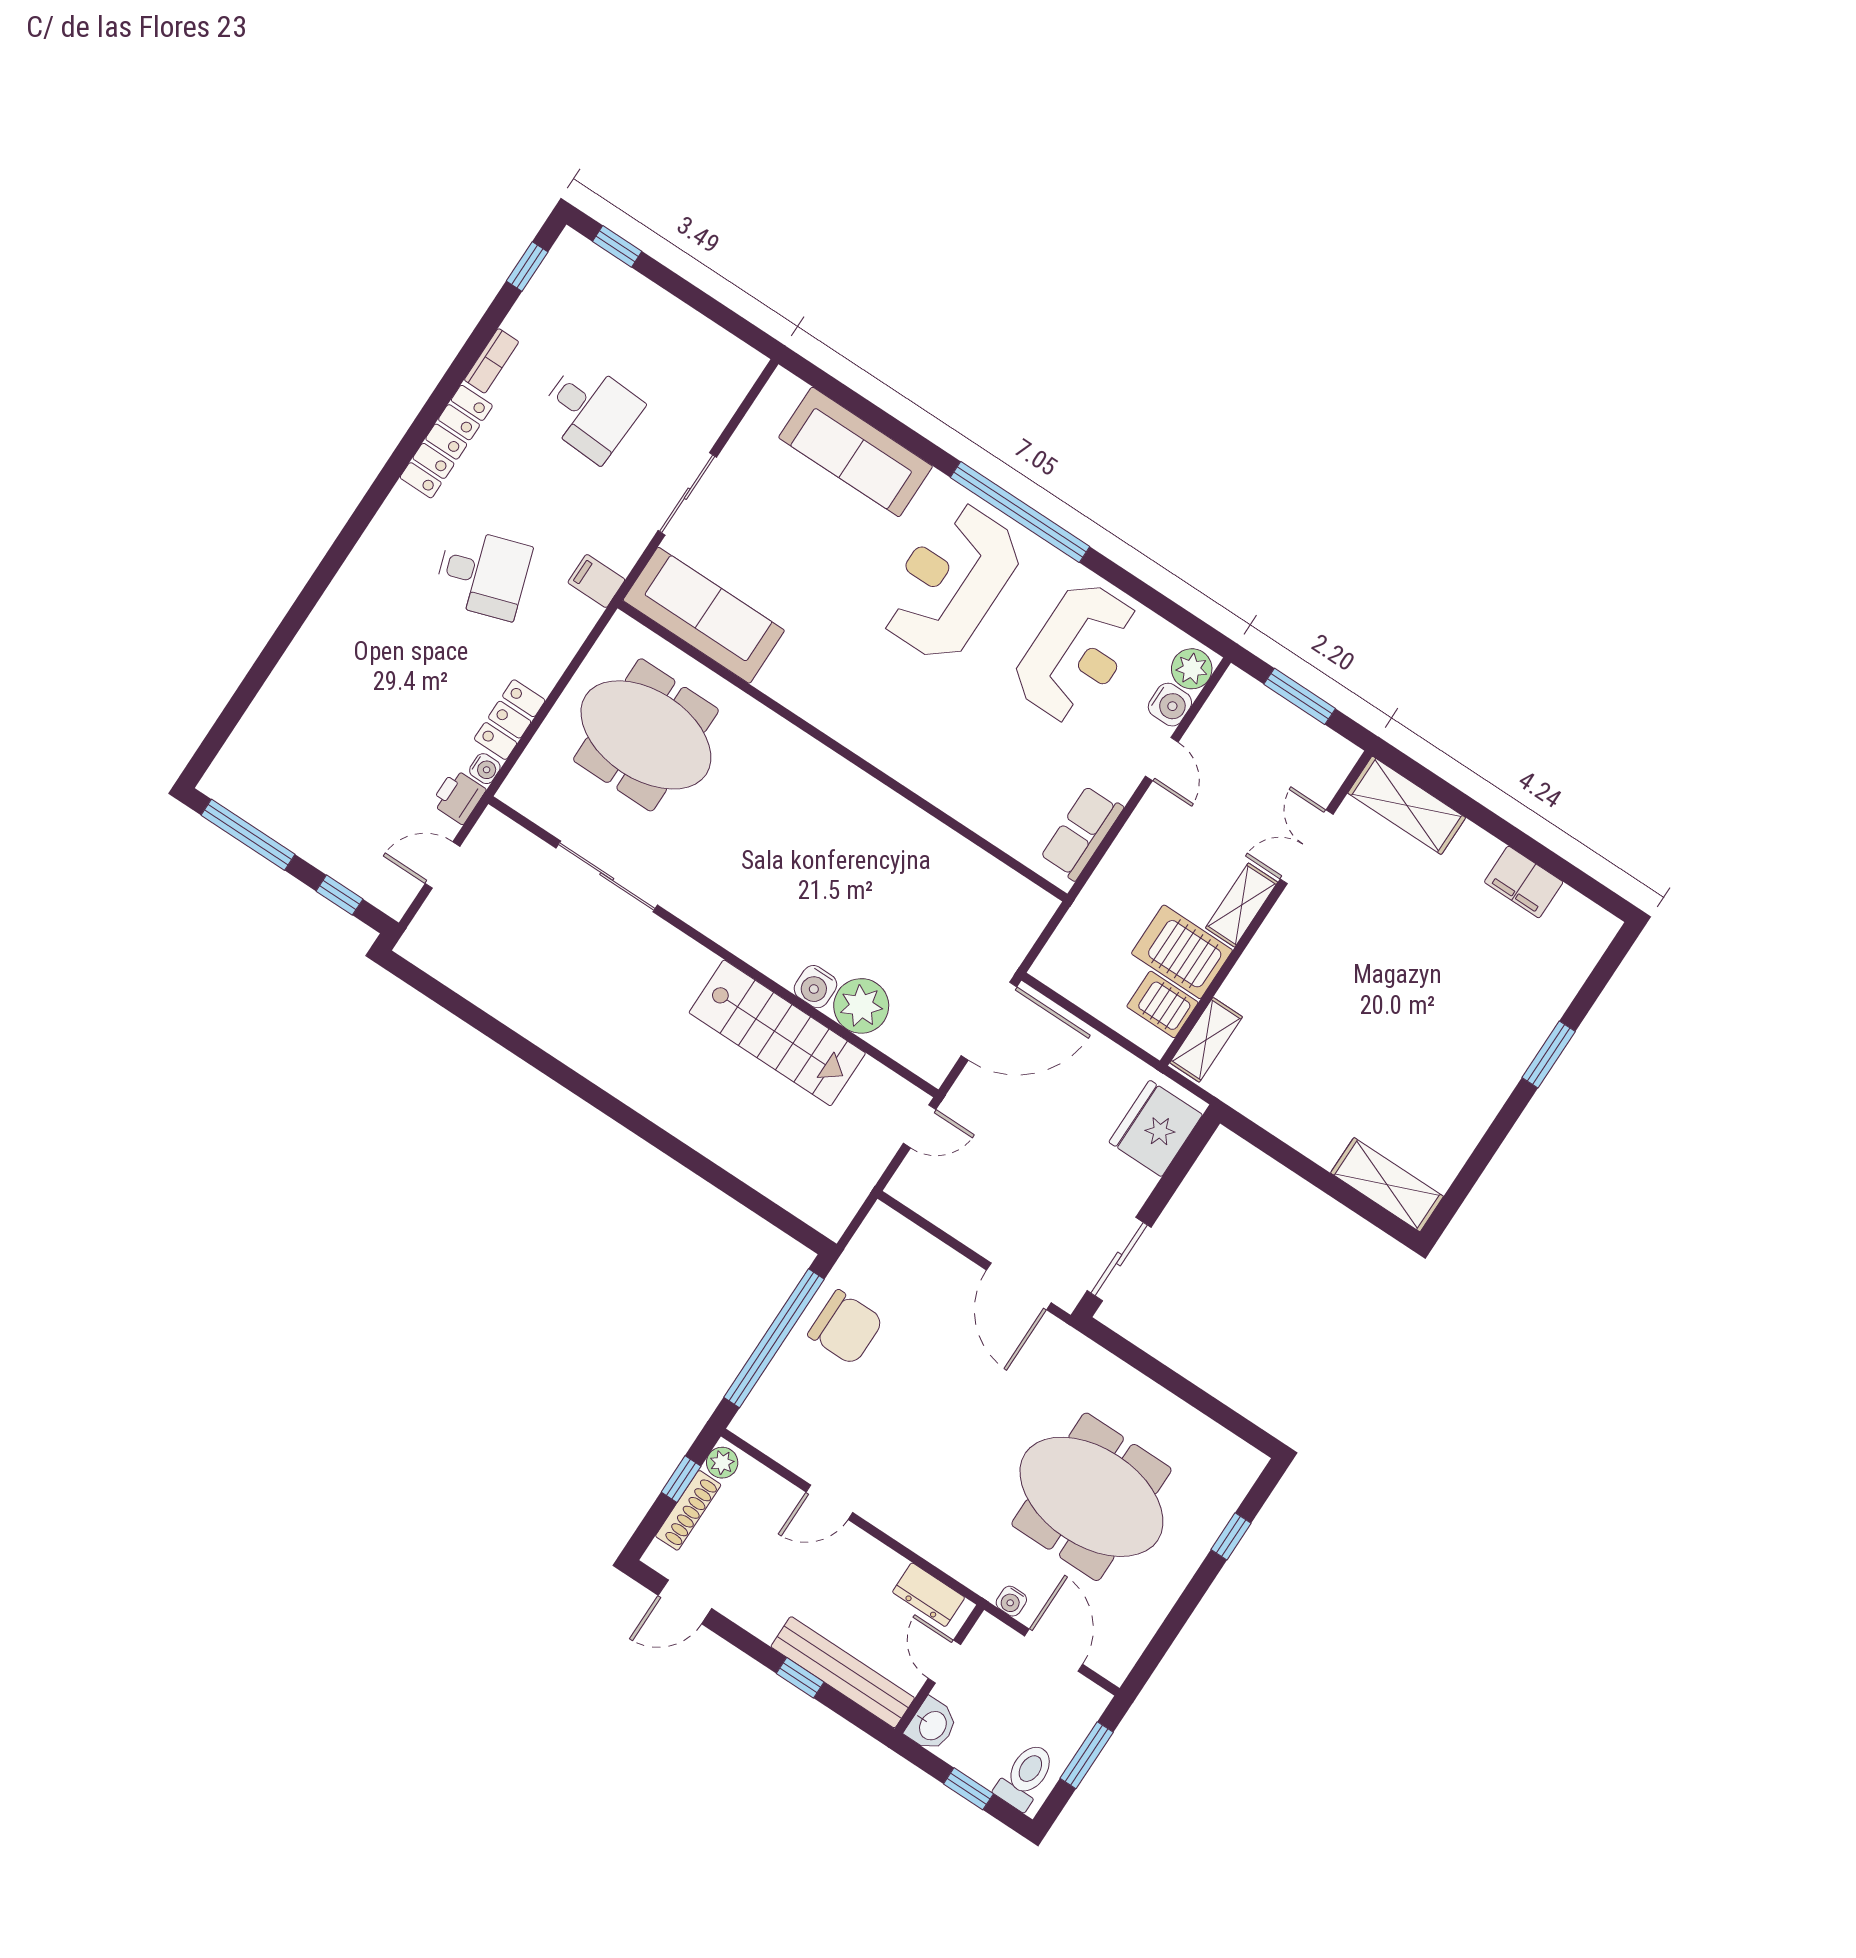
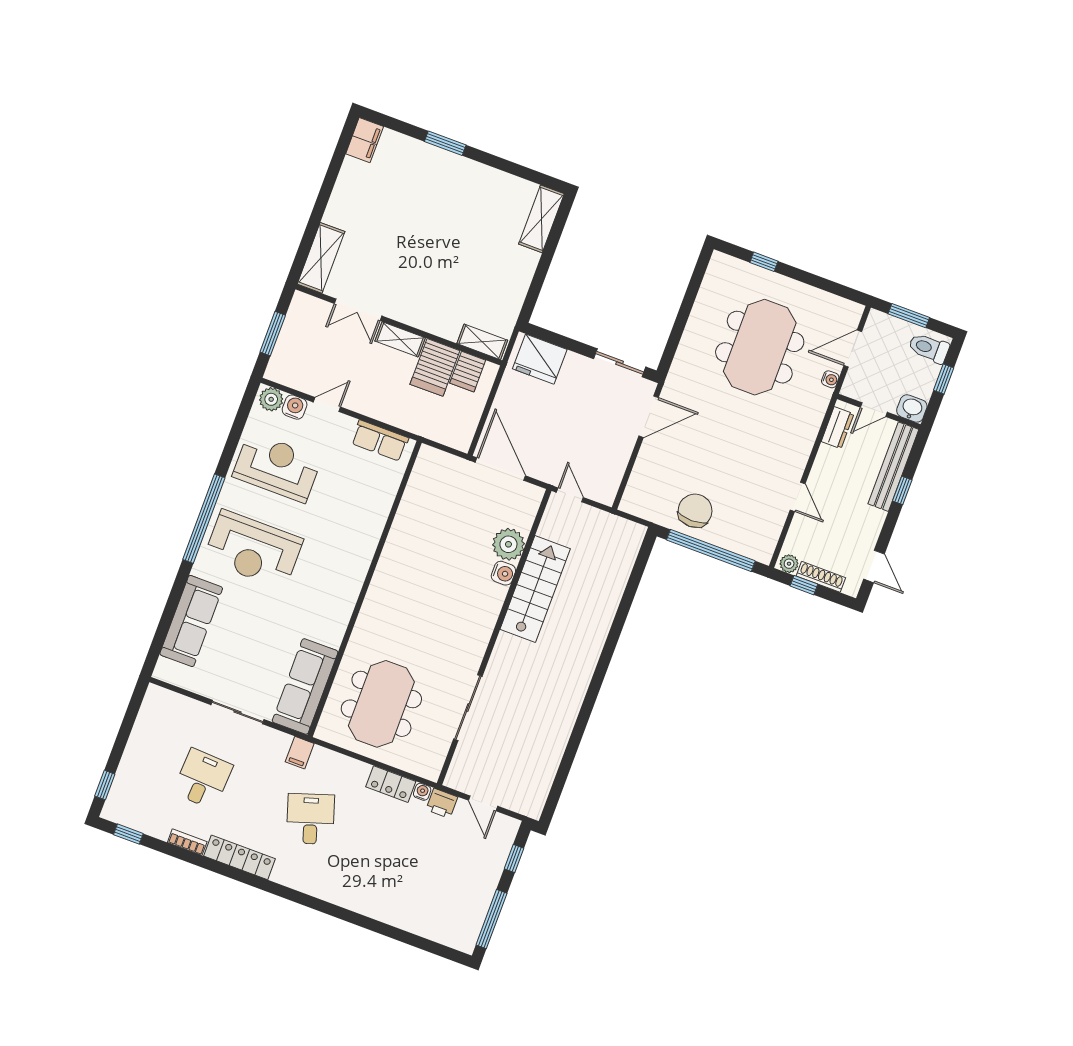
filing cabinet: (1524, 882) -> (365, 140), moved

